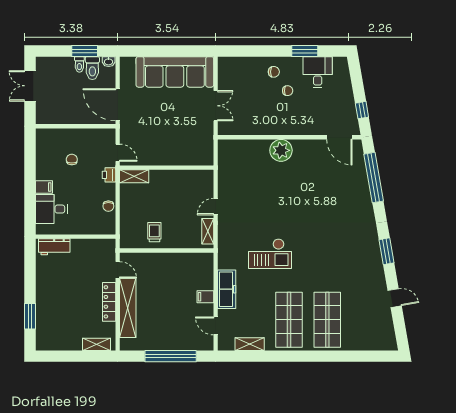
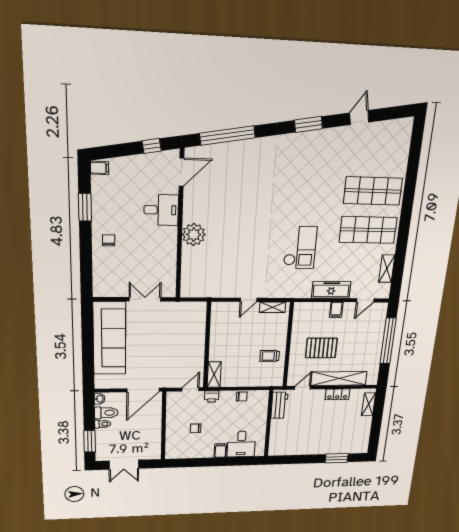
window: (85, 51) -> (90, 441), moved
filing cabinet: (341, 64) -> (100, 168), added
desk: (318, 72) -> (161, 210), moved, turned 180
chair: (288, 91) -> (129, 226), removed
door: (216, 207) -> (249, 300), hinge flipped
workbench: (54, 247) -> (279, 405), moved
pallet: (163, 286) -> (321, 348), added
locker: (109, 302) -> (338, 394), width x0.66

